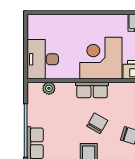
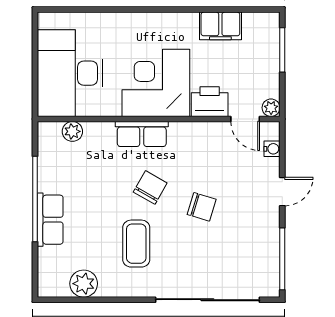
desk: (43, 59) -> (70, 73), width x1.36, depth x1.30

